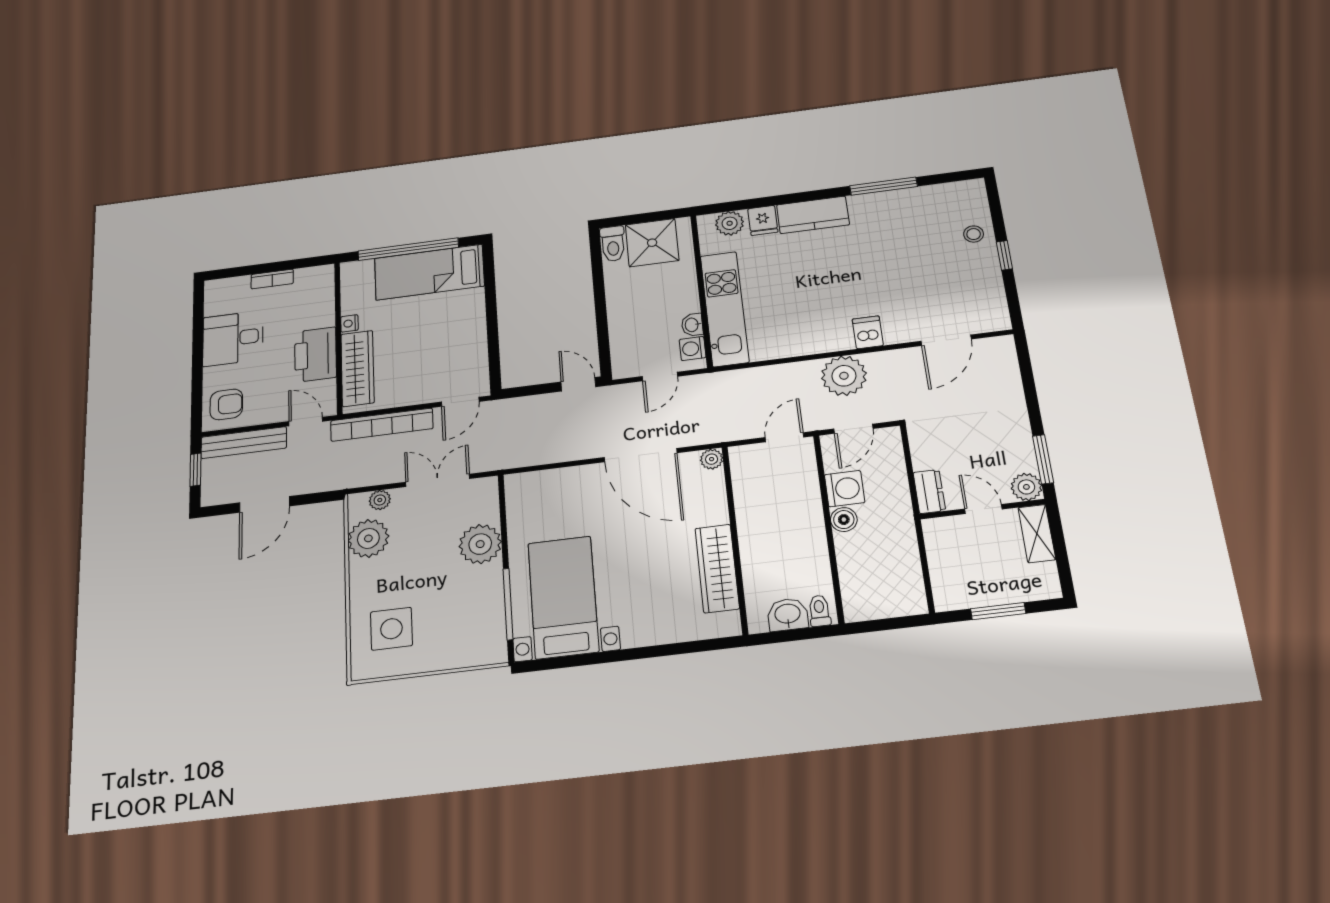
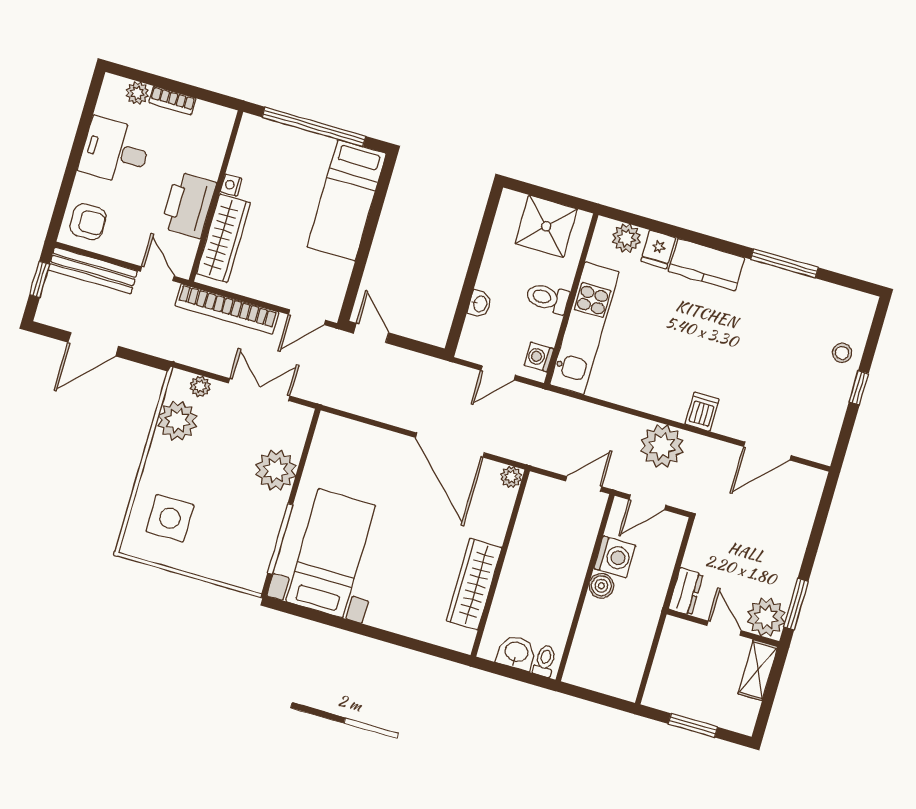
toilet: (613, 244) -> (547, 298), moved, turned 90
bed: (429, 272) -> (347, 200), moved, turned -90
plant: (238, 286) -> (137, 93), added
washbasin: (692, 325) -> (480, 304), moved, turned 180
door: (578, 384) -> (371, 333), moved
plant: (1026, 487) -> (766, 617), width x1.36, depth x1.36

